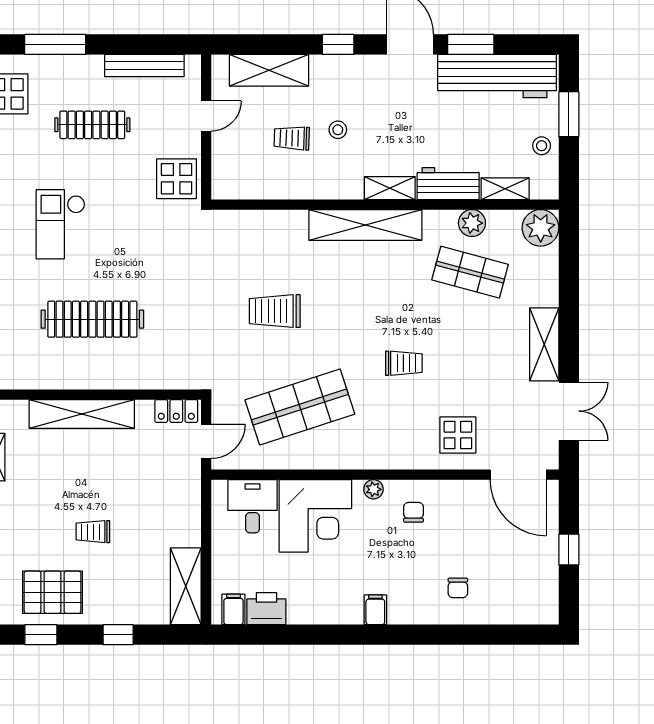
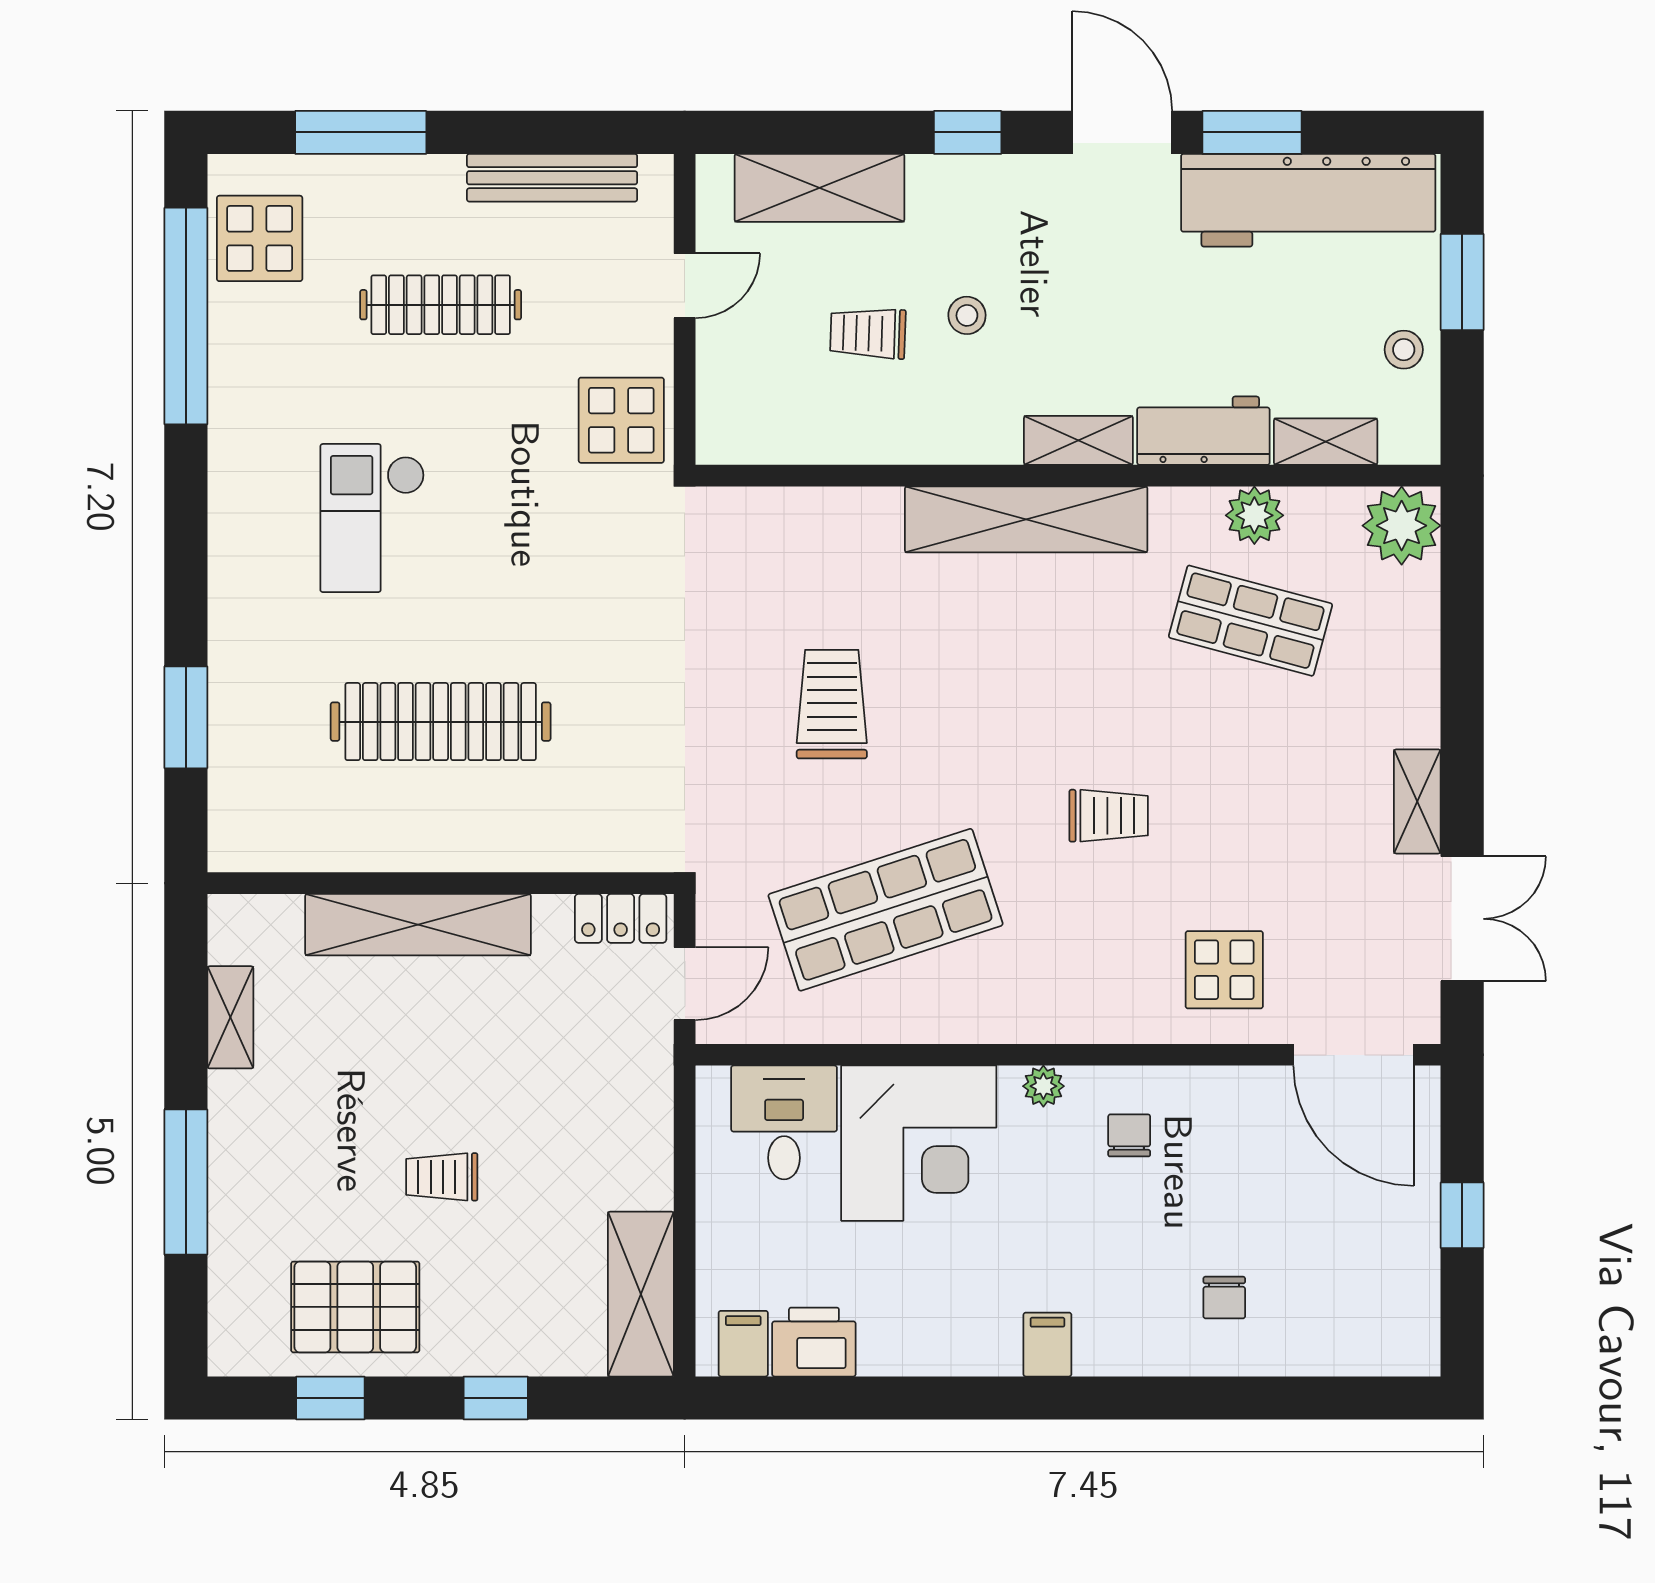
trolley: (275, 311) -> (832, 704), turned 90
shelving: (544, 344) -> (1417, 801), width x0.67, depth x0.75

